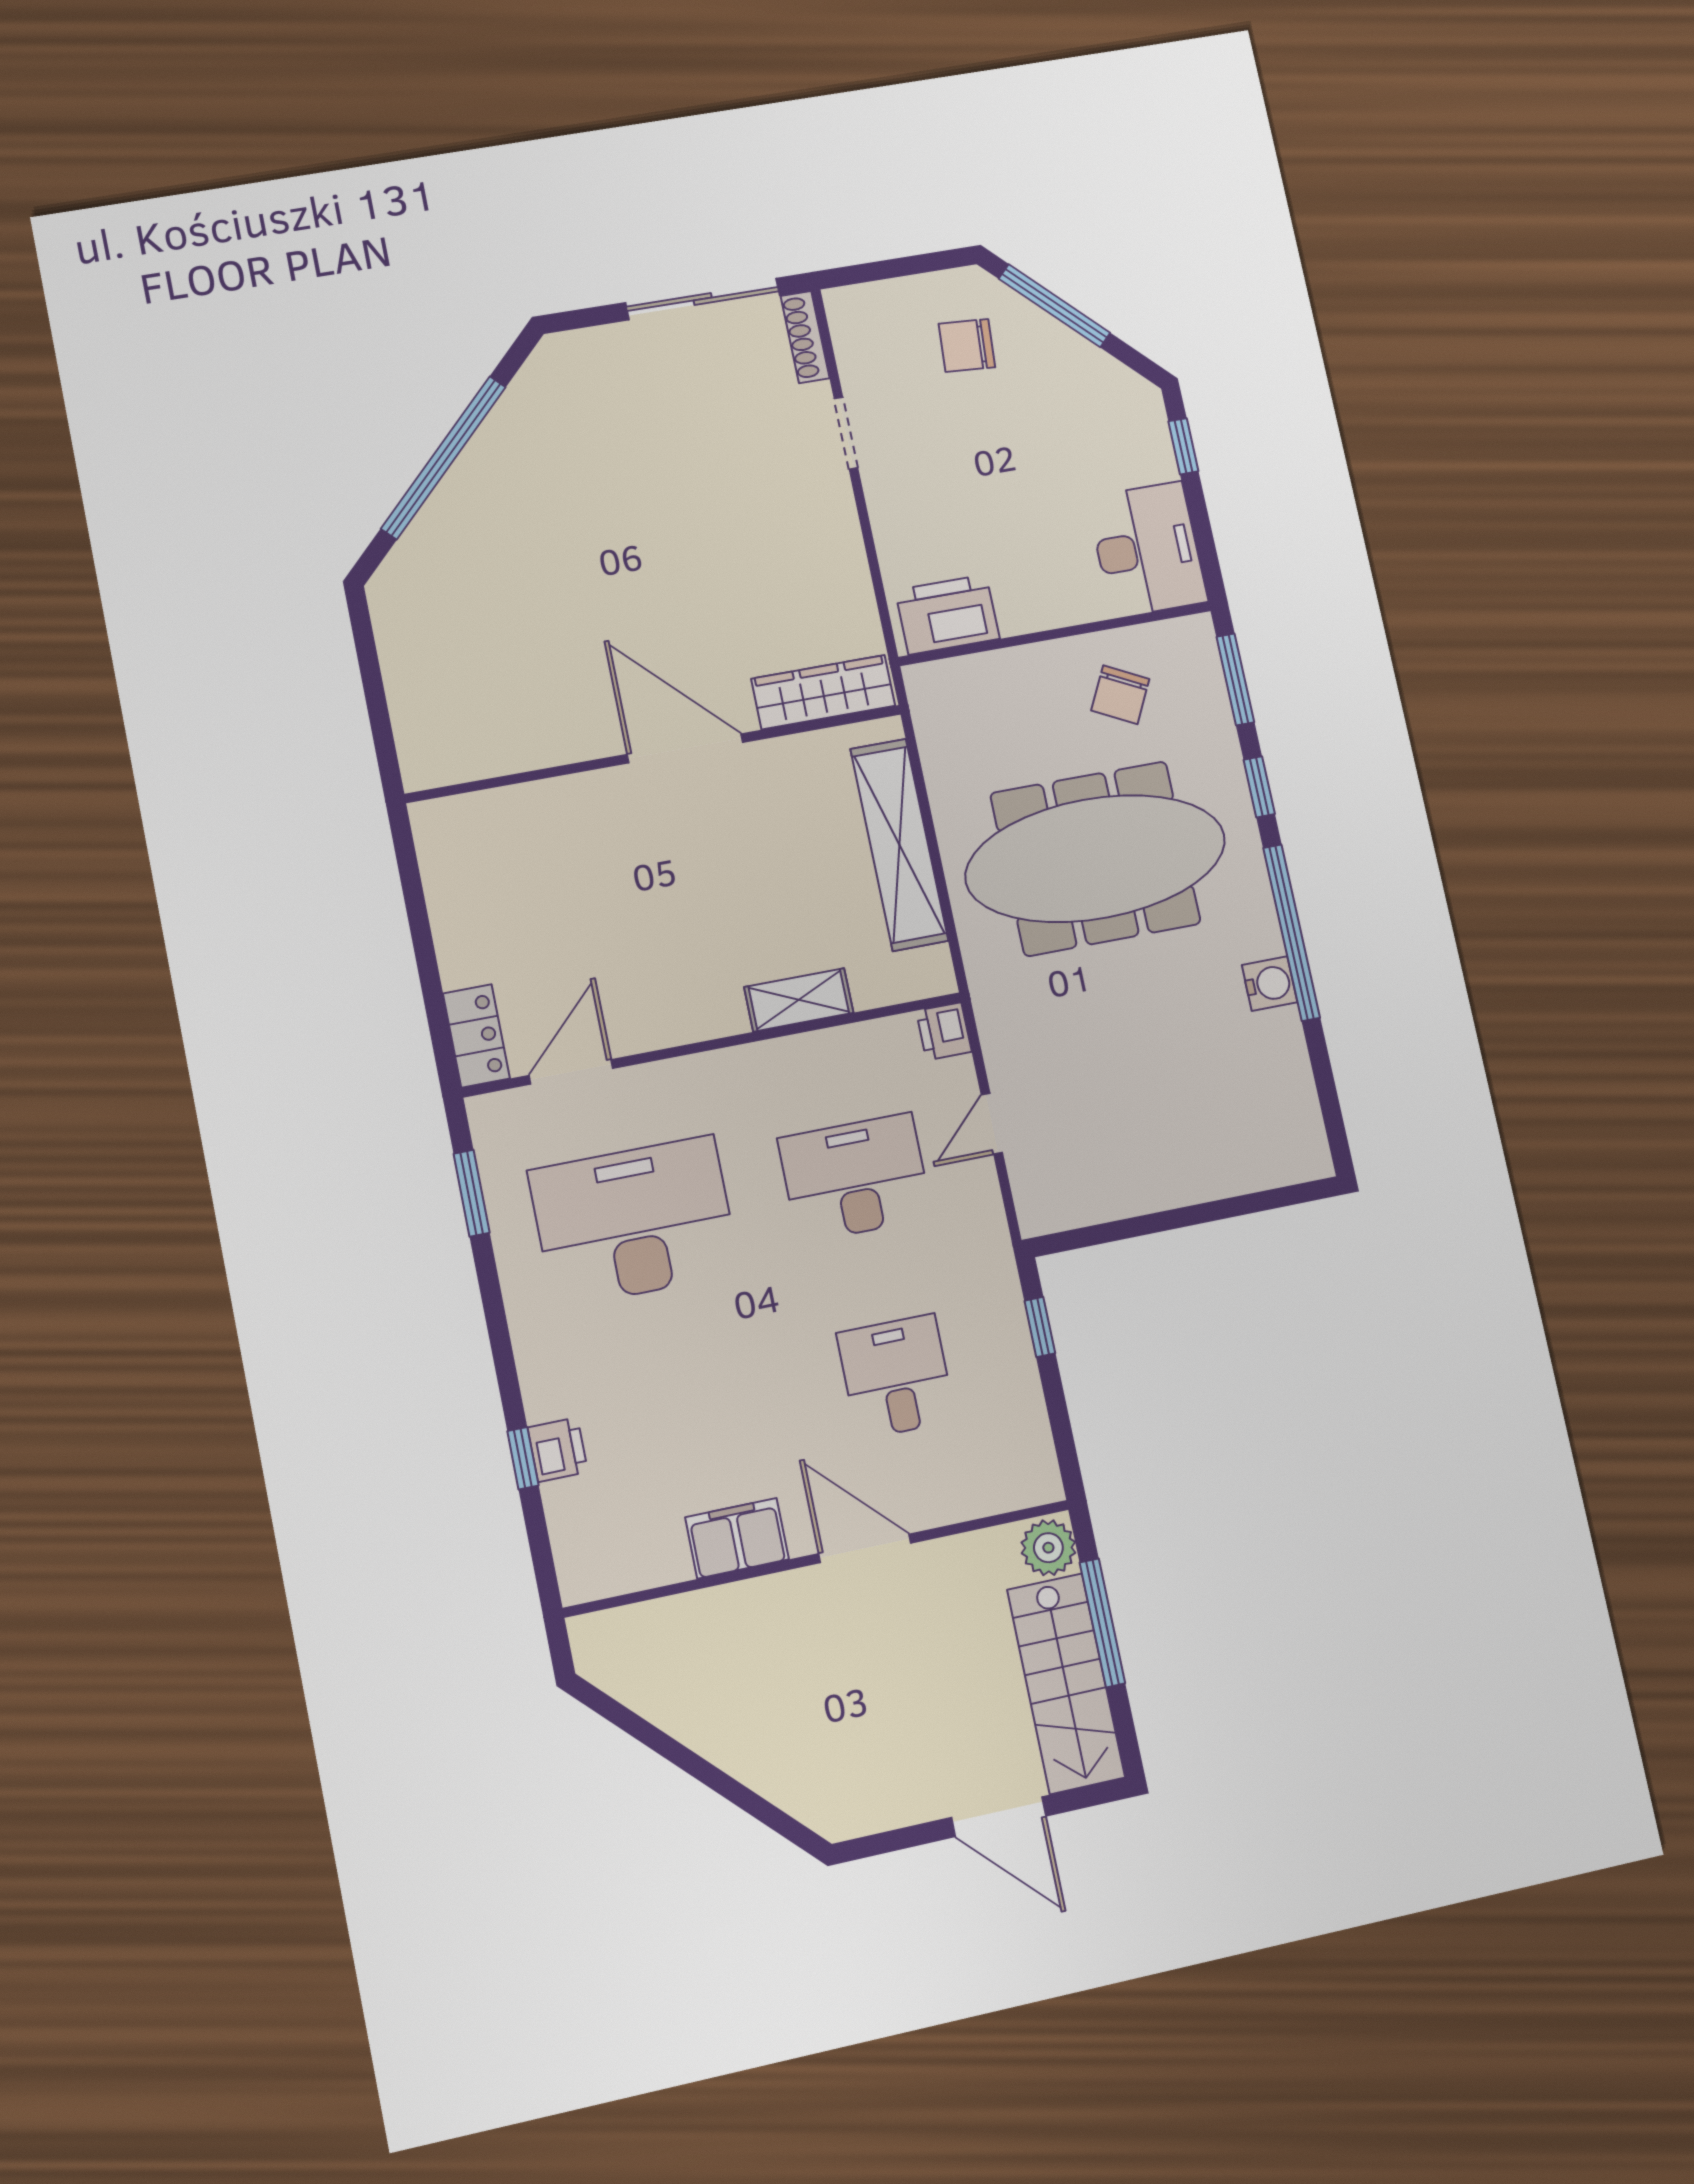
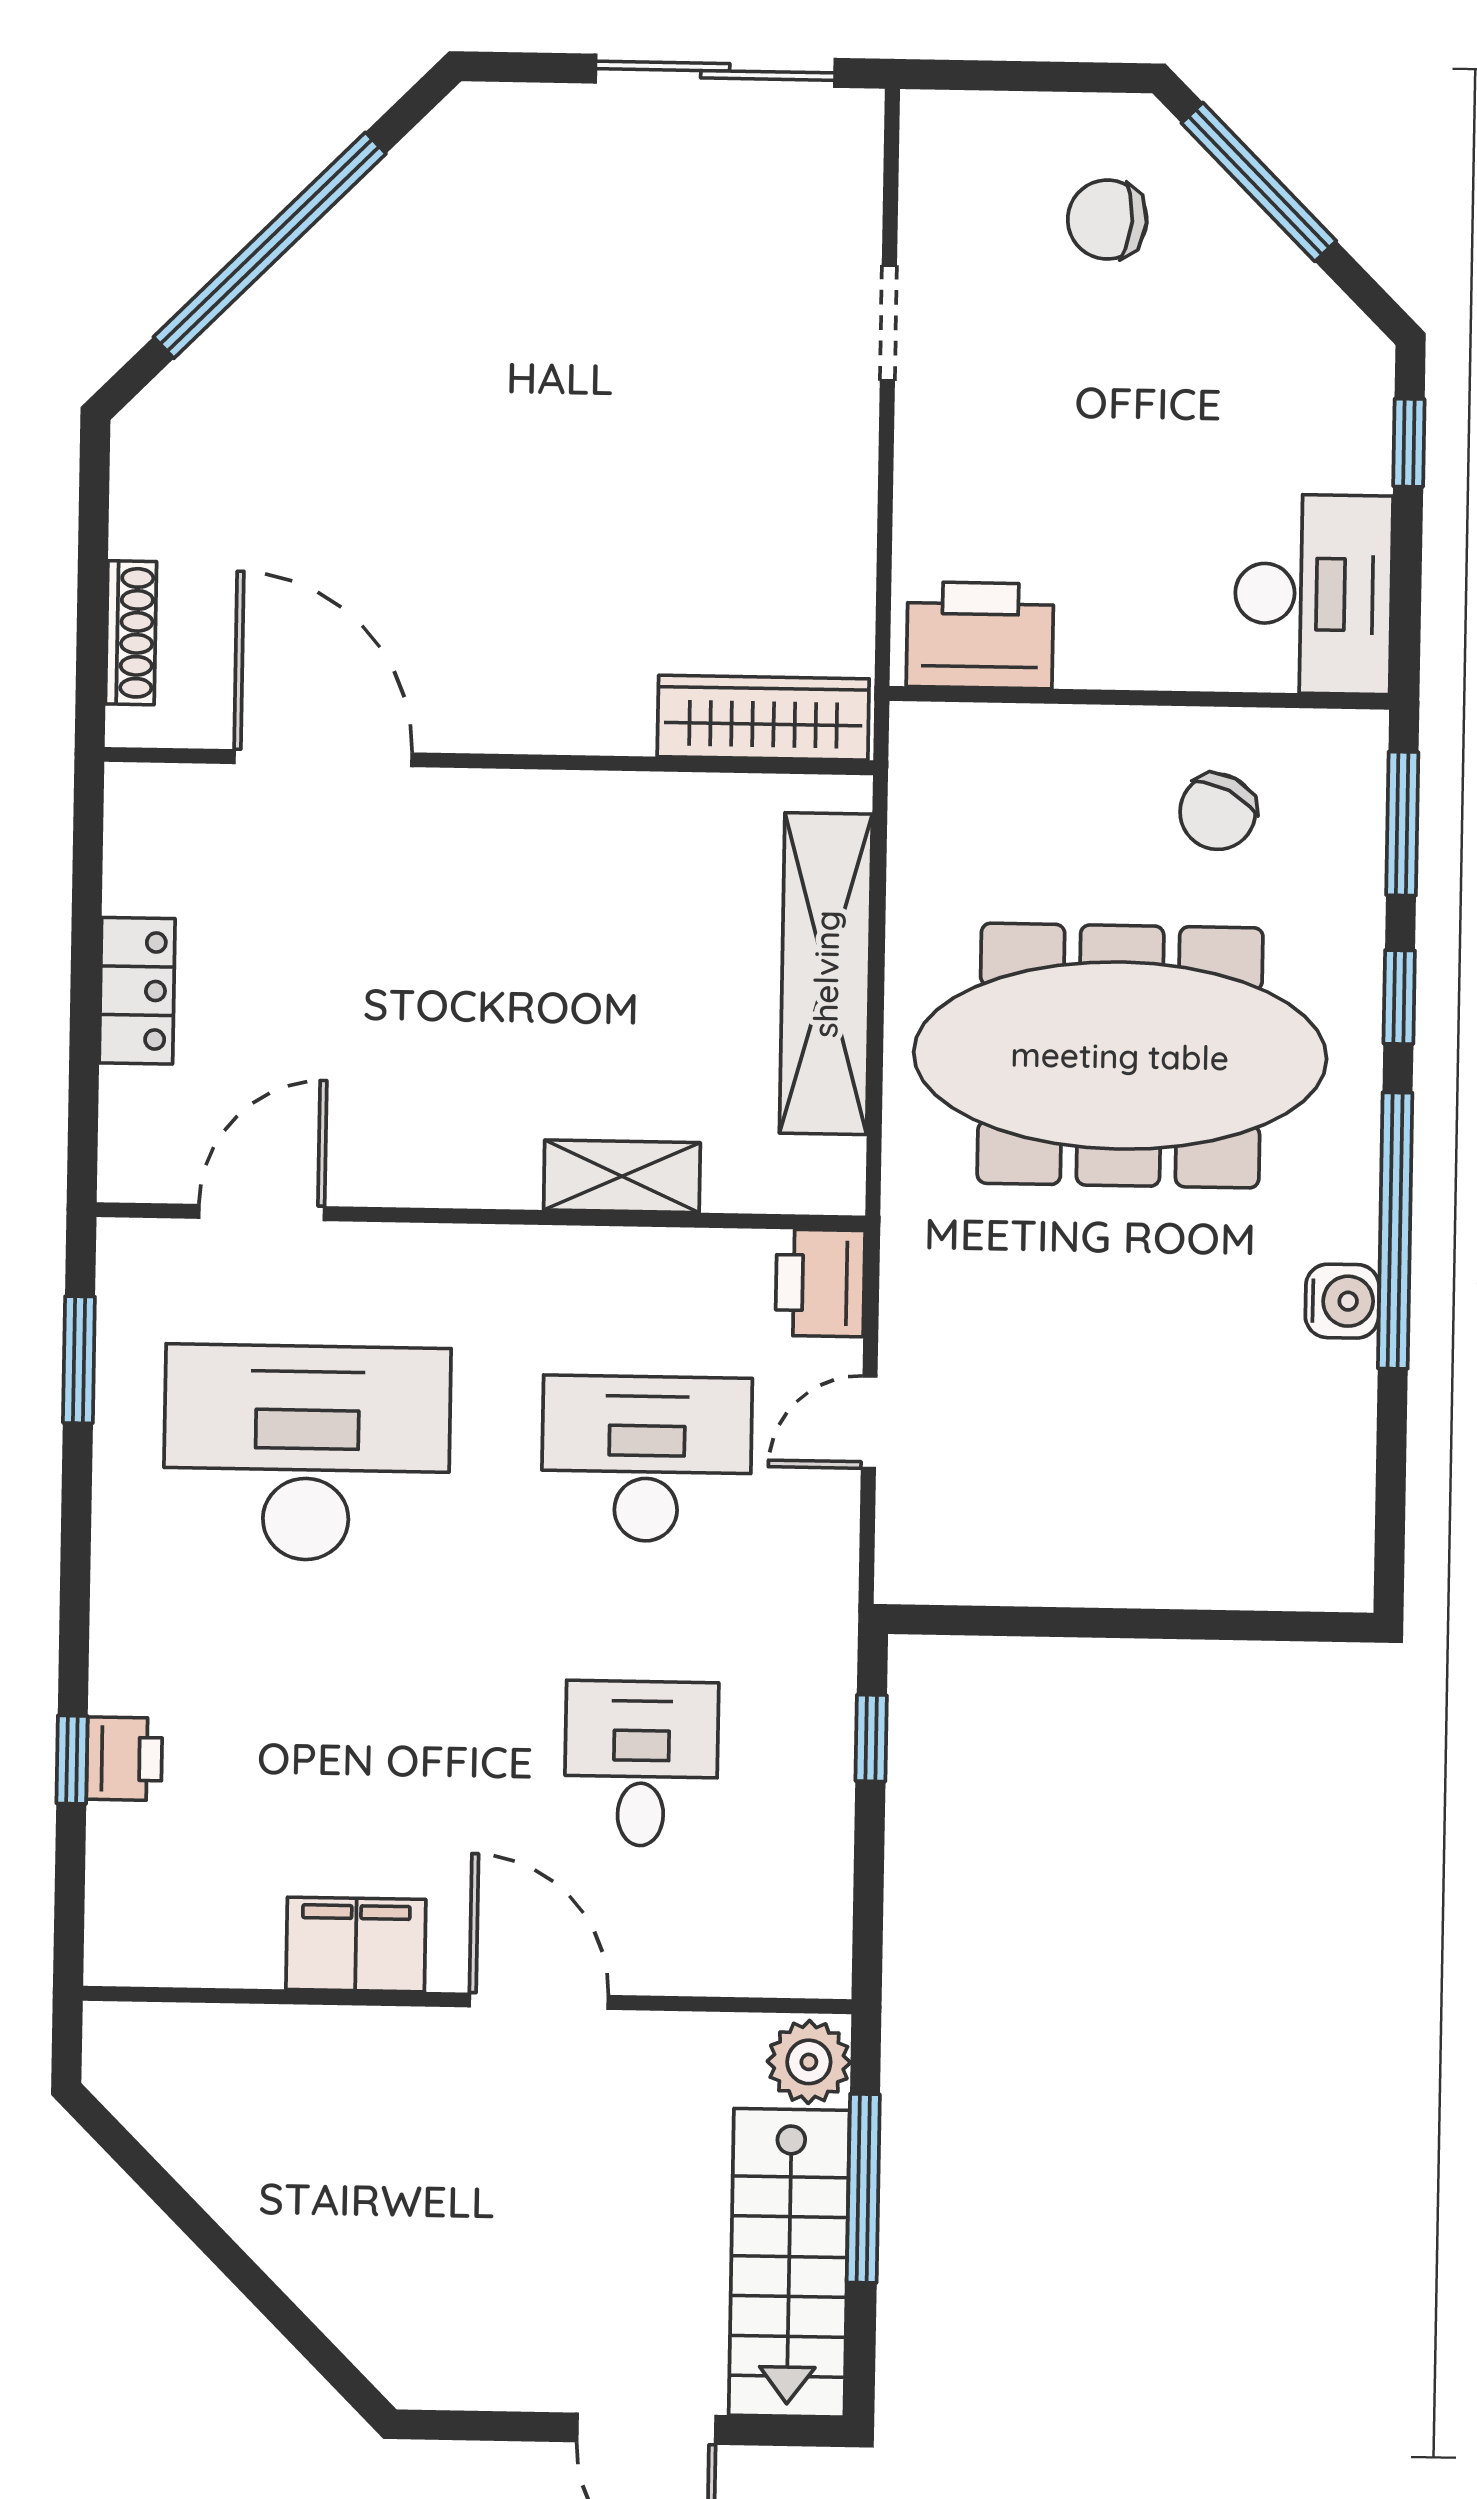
shoe rack: (805, 337) -> (131, 633), moved, turned 180
door: (685, 748) -> (323, 758), moved
printer: (944, 1031) -> (820, 1283), width x1.36, depth x1.24
locker: (476, 1036) -> (137, 991), moved

